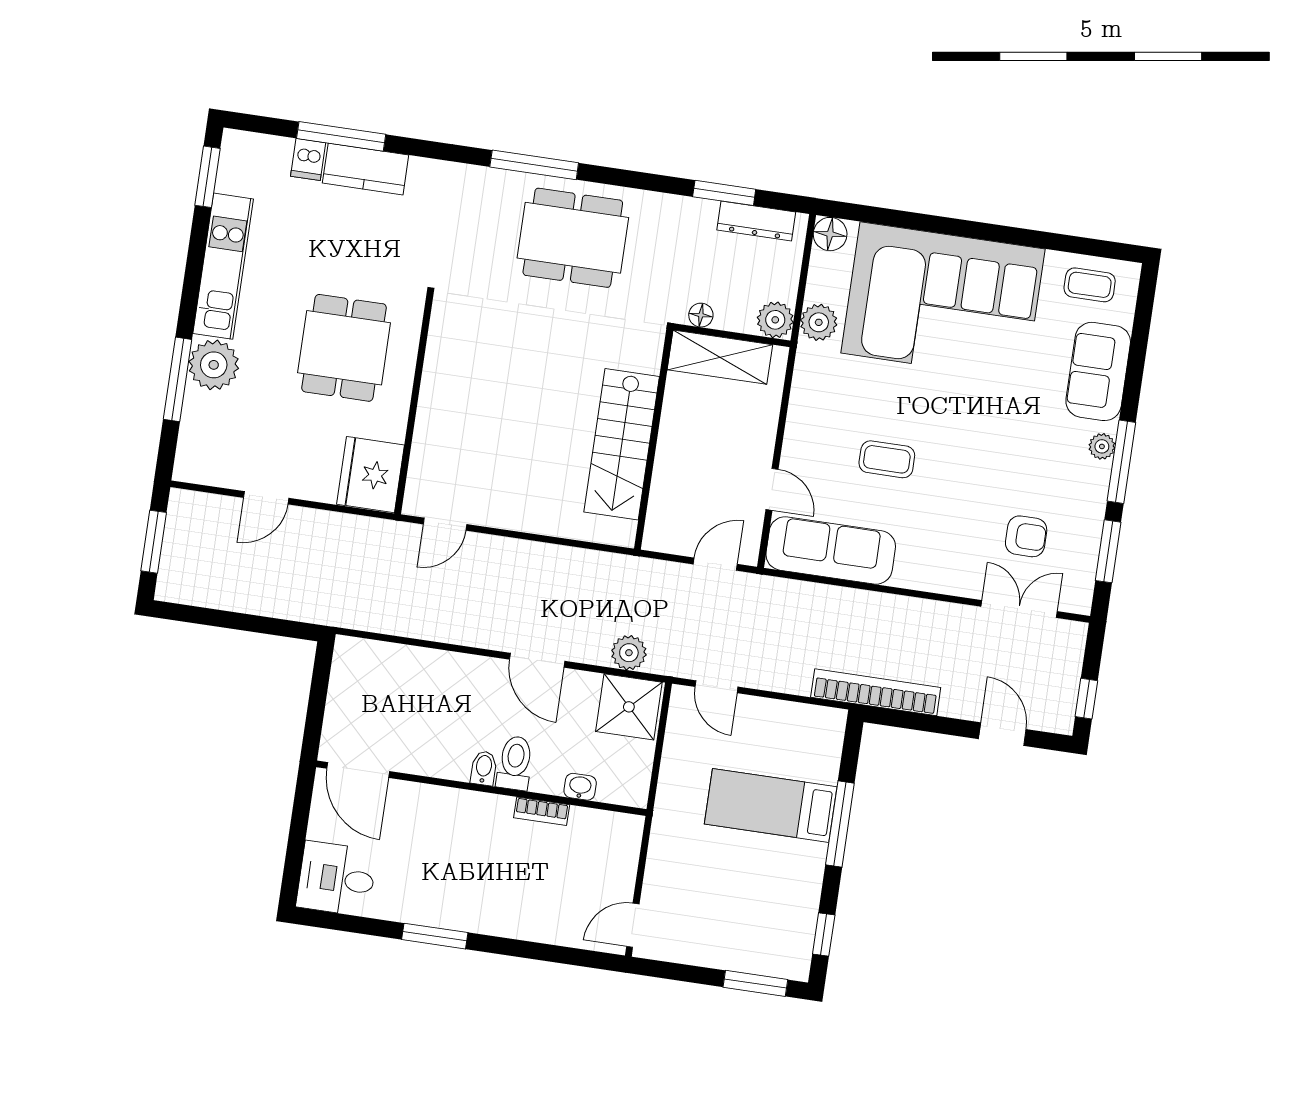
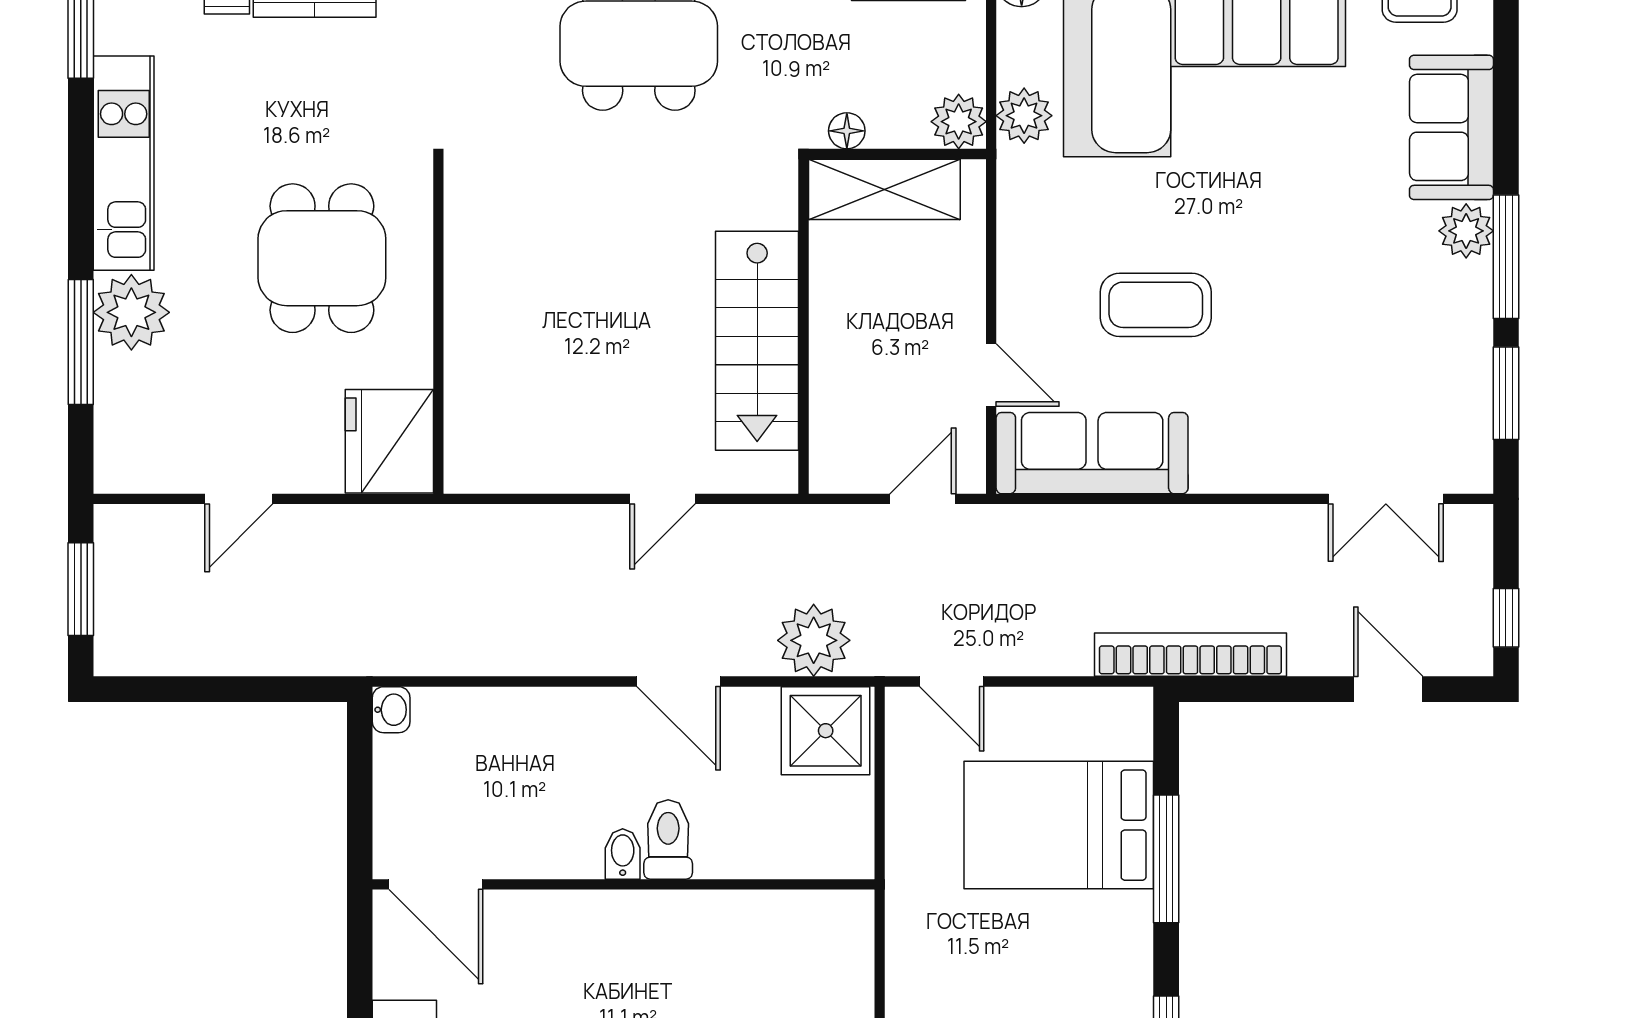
plant: (1102, 446) -> (1466, 231), width x1.38, depth x1.38
coffee table: (887, 459) -> (1156, 305), width x1.36, depth x1.30
door: (445, 524) -> (662, 499), moved
armchair: (1026, 536) -> (1380, 389), removed
double door: (1019, 609) -> (1386, 499), swing flipped
plant: (629, 653) -> (814, 640), width x1.36, depth x1.36
washbasin: (580, 787) -> (391, 710), moved, turned 90
bed: (771, 805) -> (1059, 825), width x1.50
bookcase: (542, 811) -> (719, 905), removed

